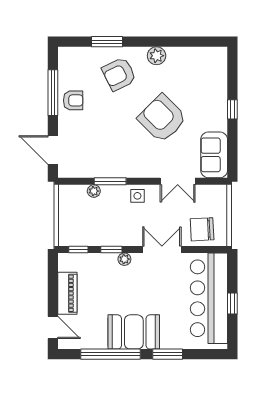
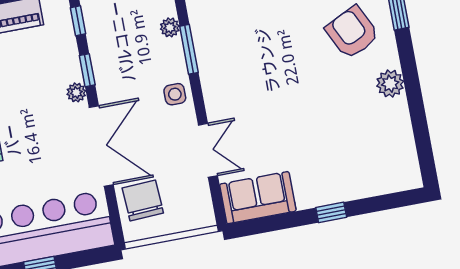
armchair: (162, 118) -> (298, 110), removed
double door: (178, 181) -> (208, 150), swing flipped
double door: (162, 249) -> (101, 146), width x1.37

